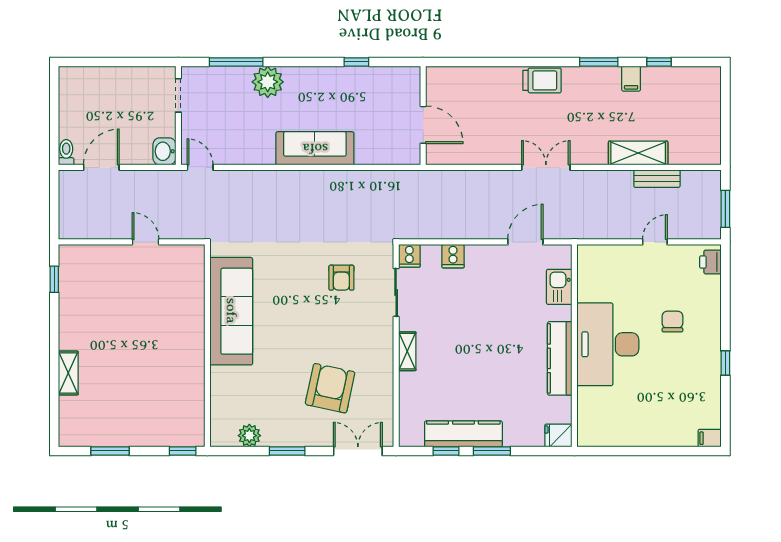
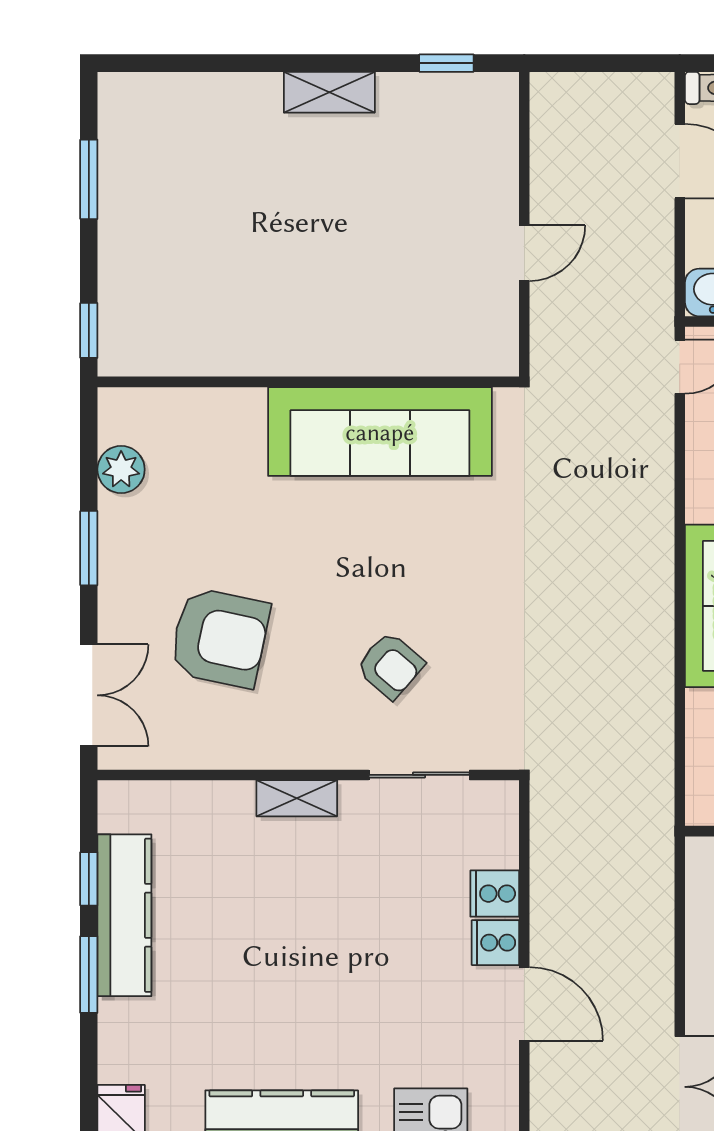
door: (525, 242) -> (524, 1004), moved
cooker: (409, 256) -> (495, 943), moved
armchair: (341, 278) -> (390, 666), moved, turned -139
shelving: (68, 373) -> (329, 92), moved

